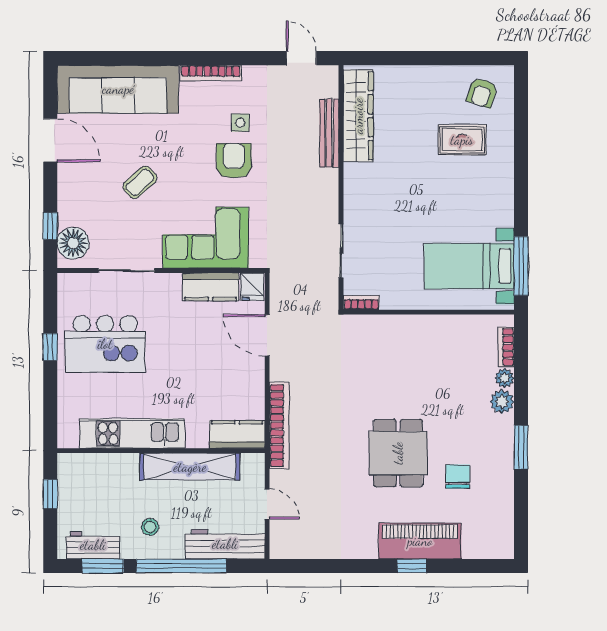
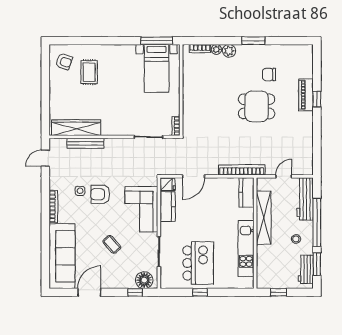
piano: (420, 541) -> (306, 95), width x0.73, depth x0.75

